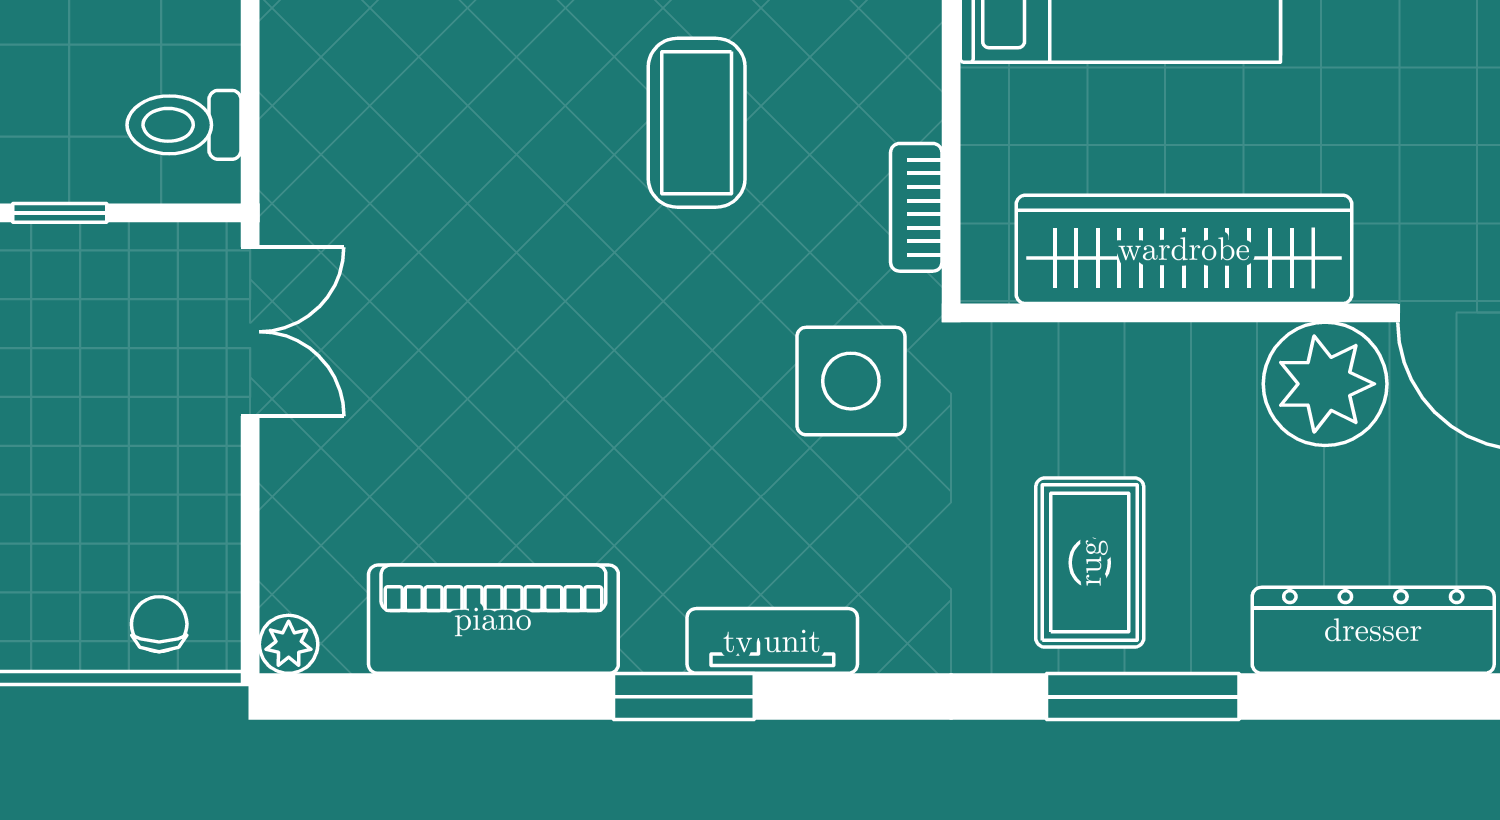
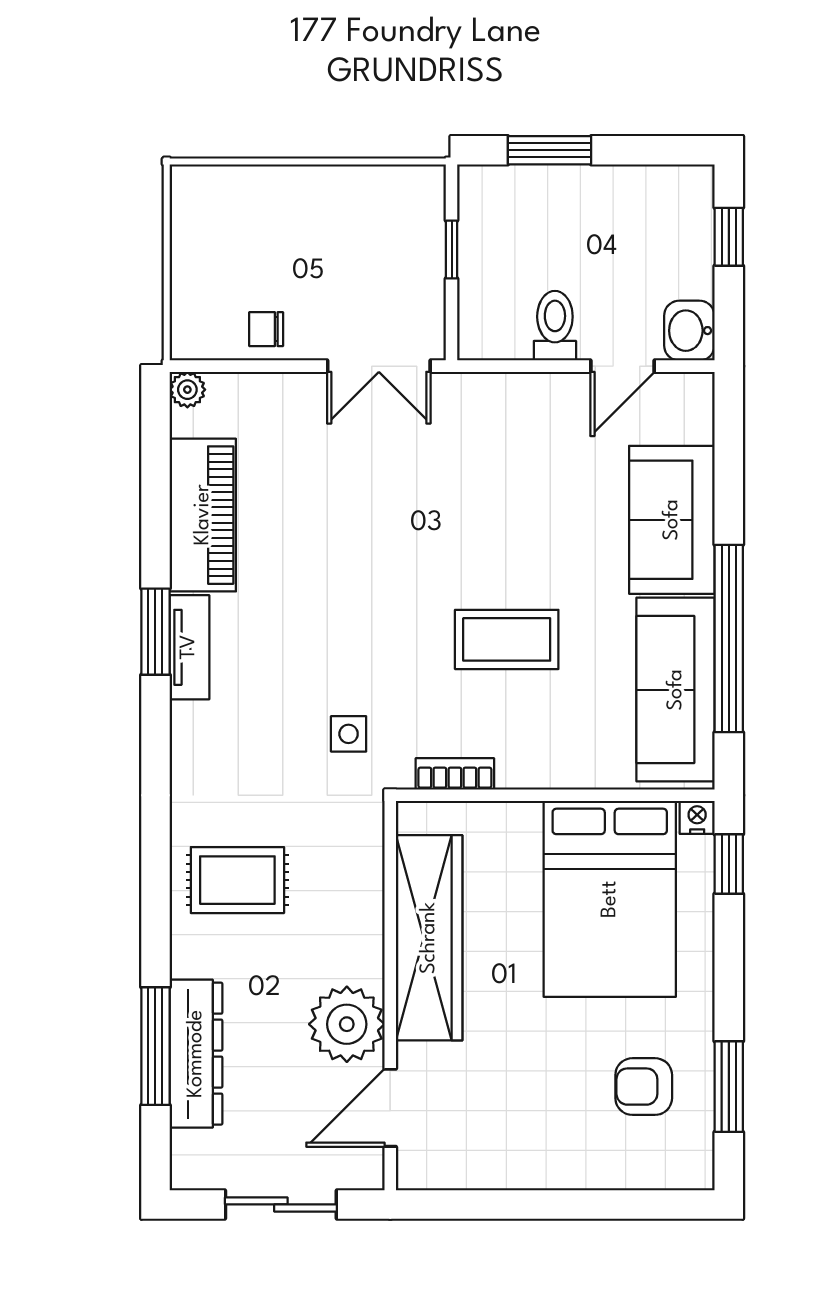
toilet: (184, 125) -> (555, 326), moved
side table: (851, 381) -> (349, 734), width x0.54, depth x0.54
chair: (159, 624) -> (266, 329), moved, turned 180
tv unit: (772, 641) -> (189, 647), moved
window: (1143, 697) -> (155, 1046), moved

